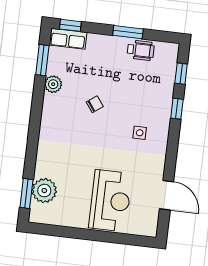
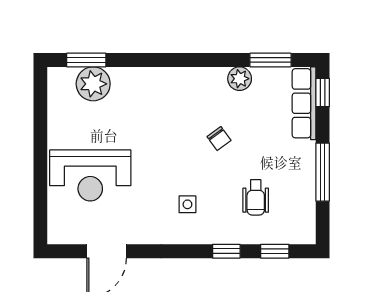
window: (128, 32) -> (323, 172), width x1.44
row of seats: (68, 39) -> (304, 103), width x1.48
wheelchair: (141, 50) -> (256, 197), moved

